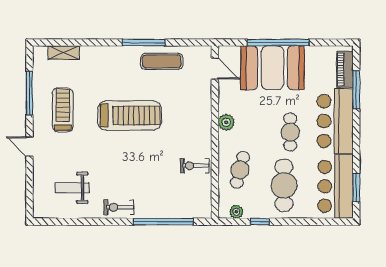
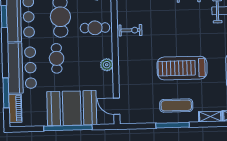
shelving: (95, 52) -> (210, 117), added
exercise mat: (162, 61) -> (176, 106), moved
cafe table: (240, 170) -> (95, 28), turned 76

